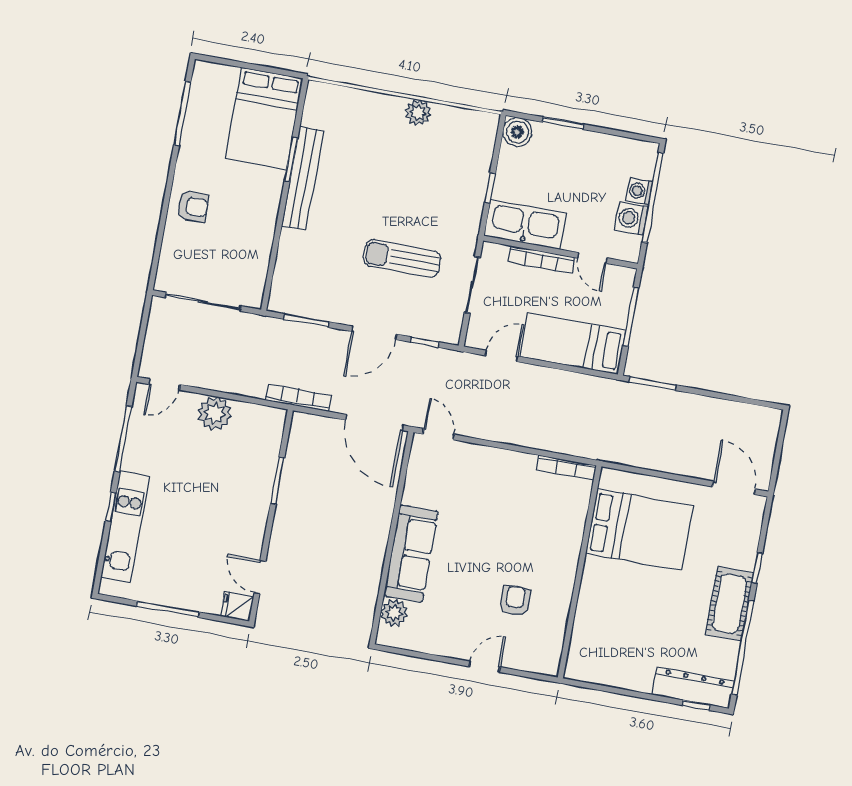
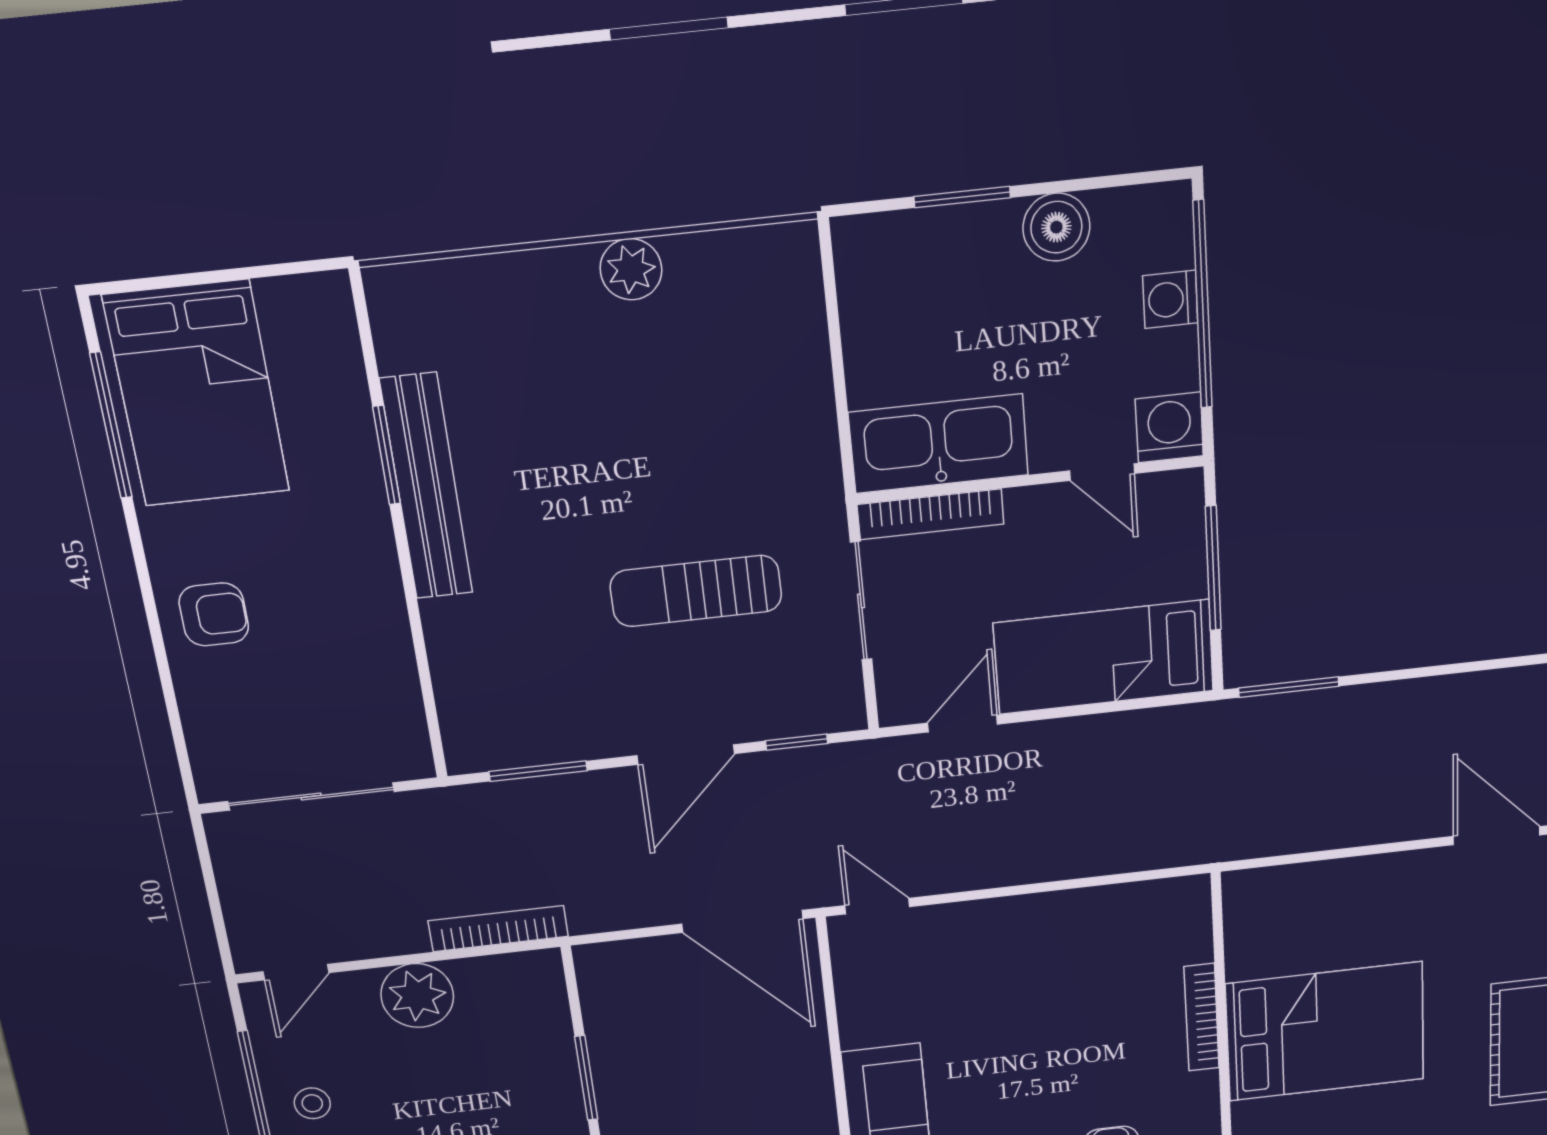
bed: (264, 119) -> (197, 394), moved
boiler: (517, 132) -> (1056, 227), moved
window: (490, 188) -> (840, 389), removed
washing machine: (631, 218) -> (1169, 427), moved, turned 90
bookcase: (541, 260) -> (931, 514), moved
bookcase: (298, 398) -> (498, 929), moved
stool: (147, 453) -> (312, 1103), added
bookcase: (566, 468) -> (1202, 1017), moved, turned 90
bed: (639, 530) -> (1325, 1032), moved

